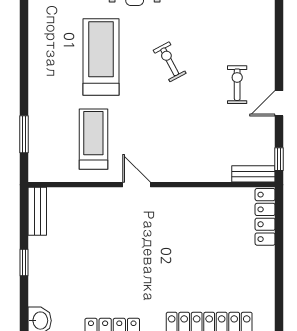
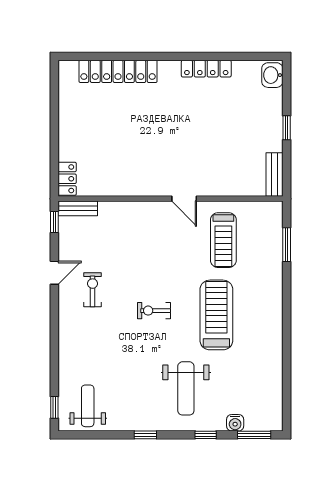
treadmill: (101, 57) -> (216, 315), turned 180
exercise bike: (170, 62) -> (154, 311), turned 118
exercise bike: (237, 85) -> (93, 290), turned 180
locker: (265, 217) -> (67, 179), width x0.66

